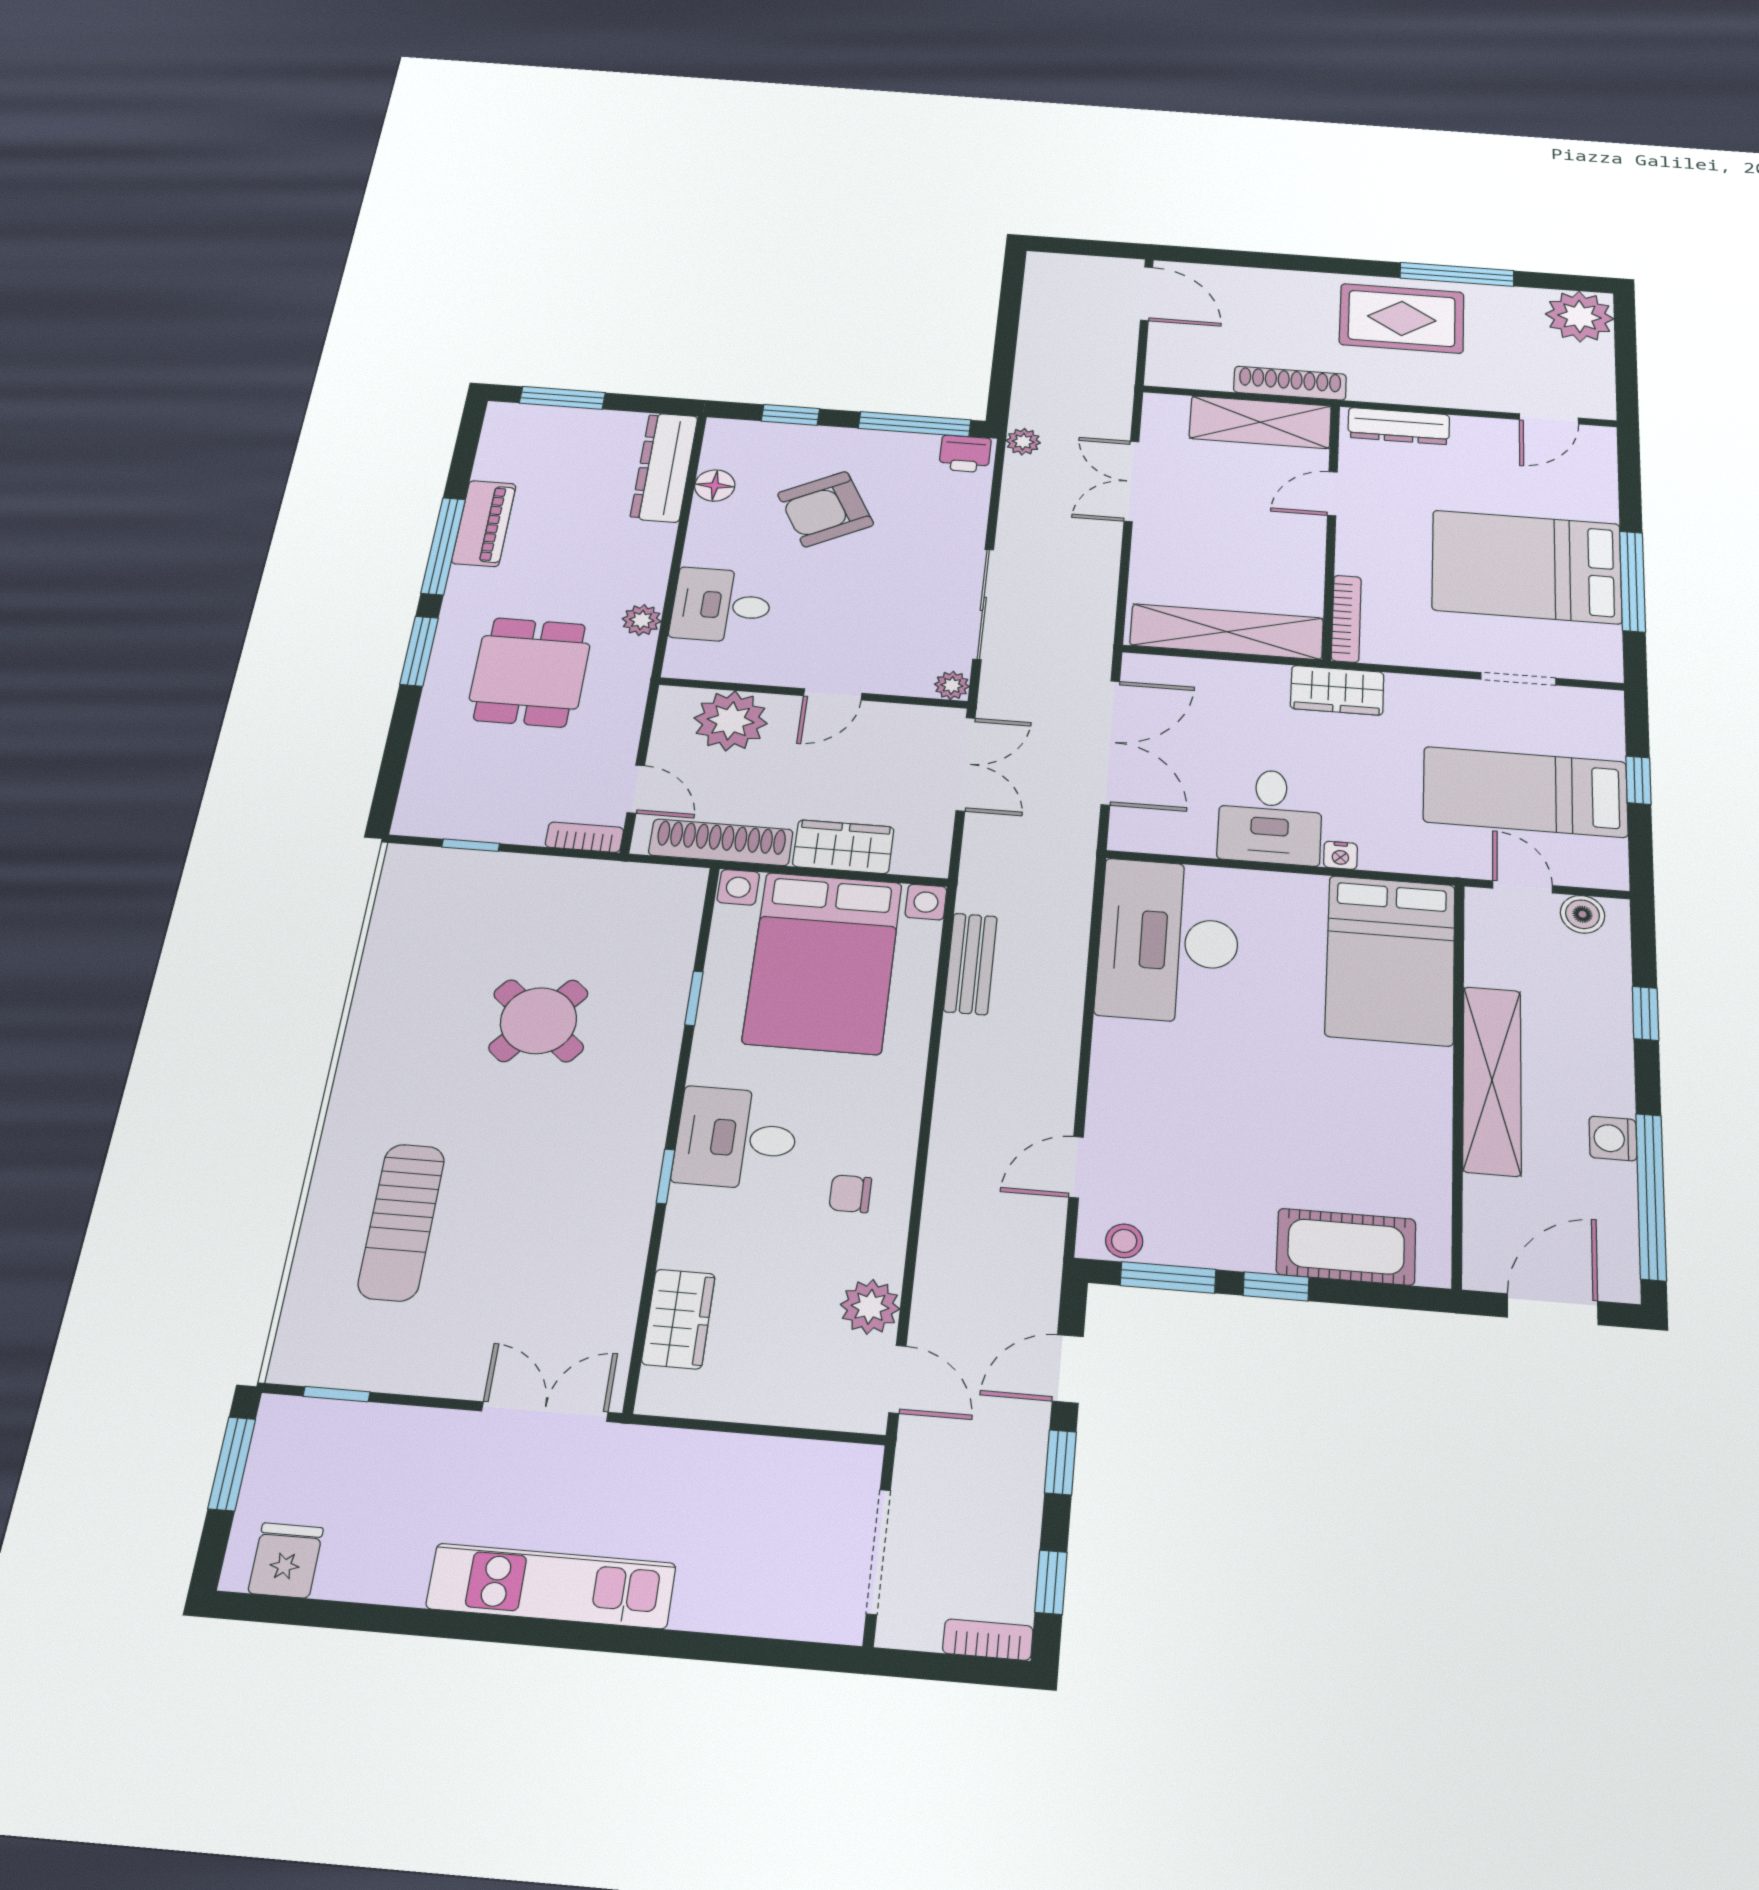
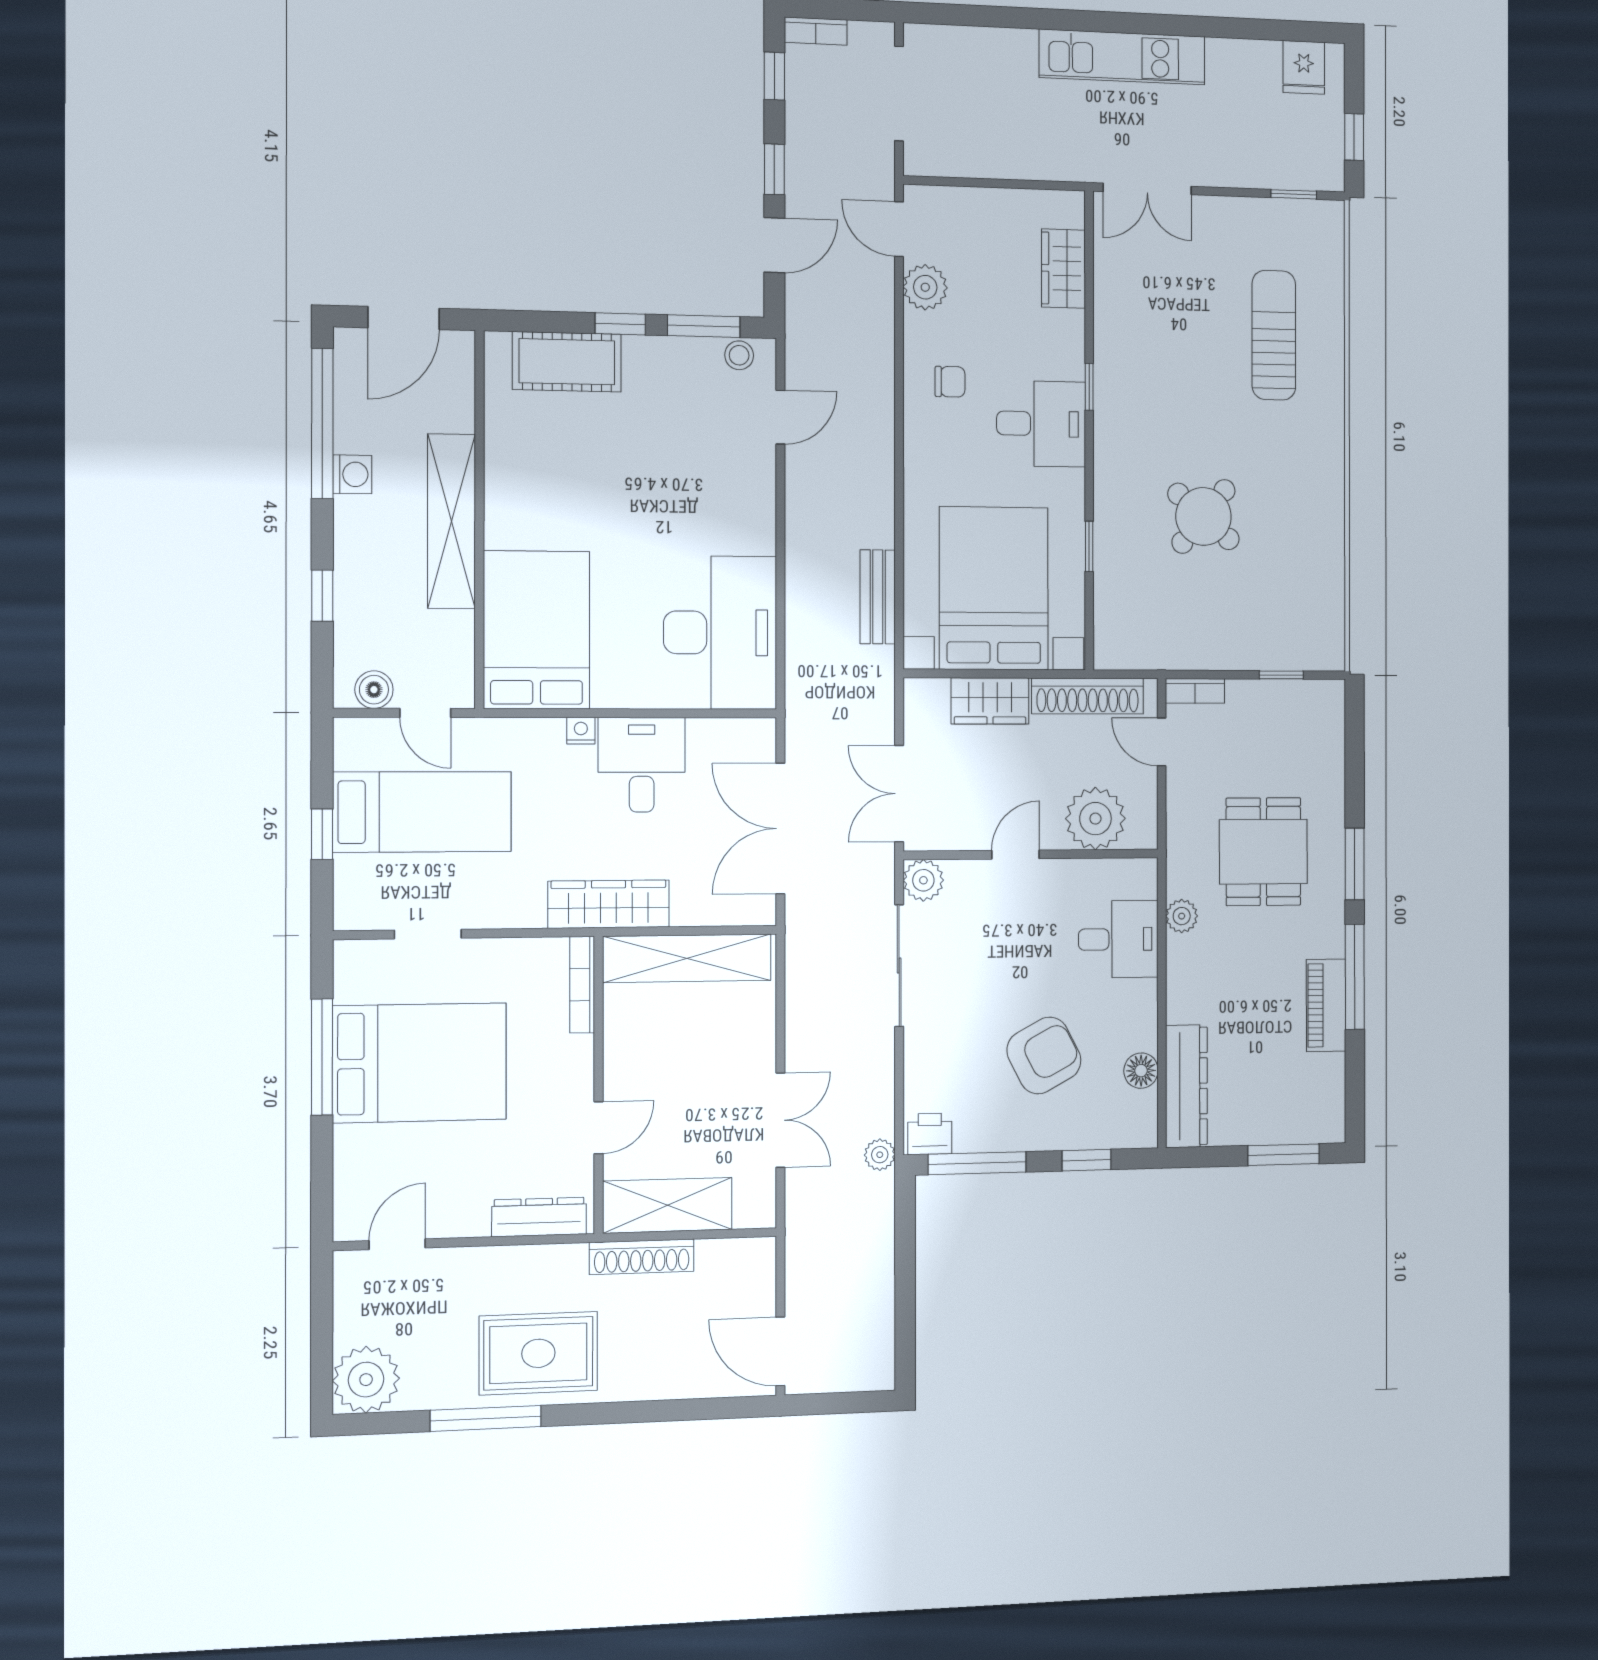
plant: (952, 685) -> (923, 880), width x1.38, depth x1.38
wardrobe: (1337, 690) -> (609, 904), width x1.50
window: (232, 1464) -> (1354, 137), width x0.67

